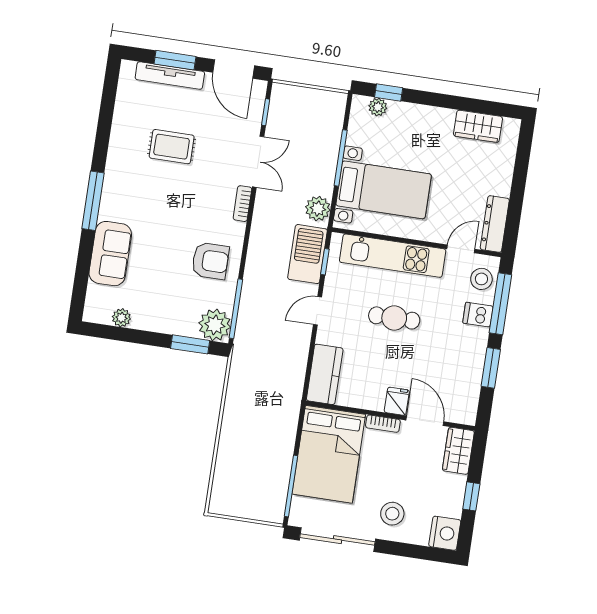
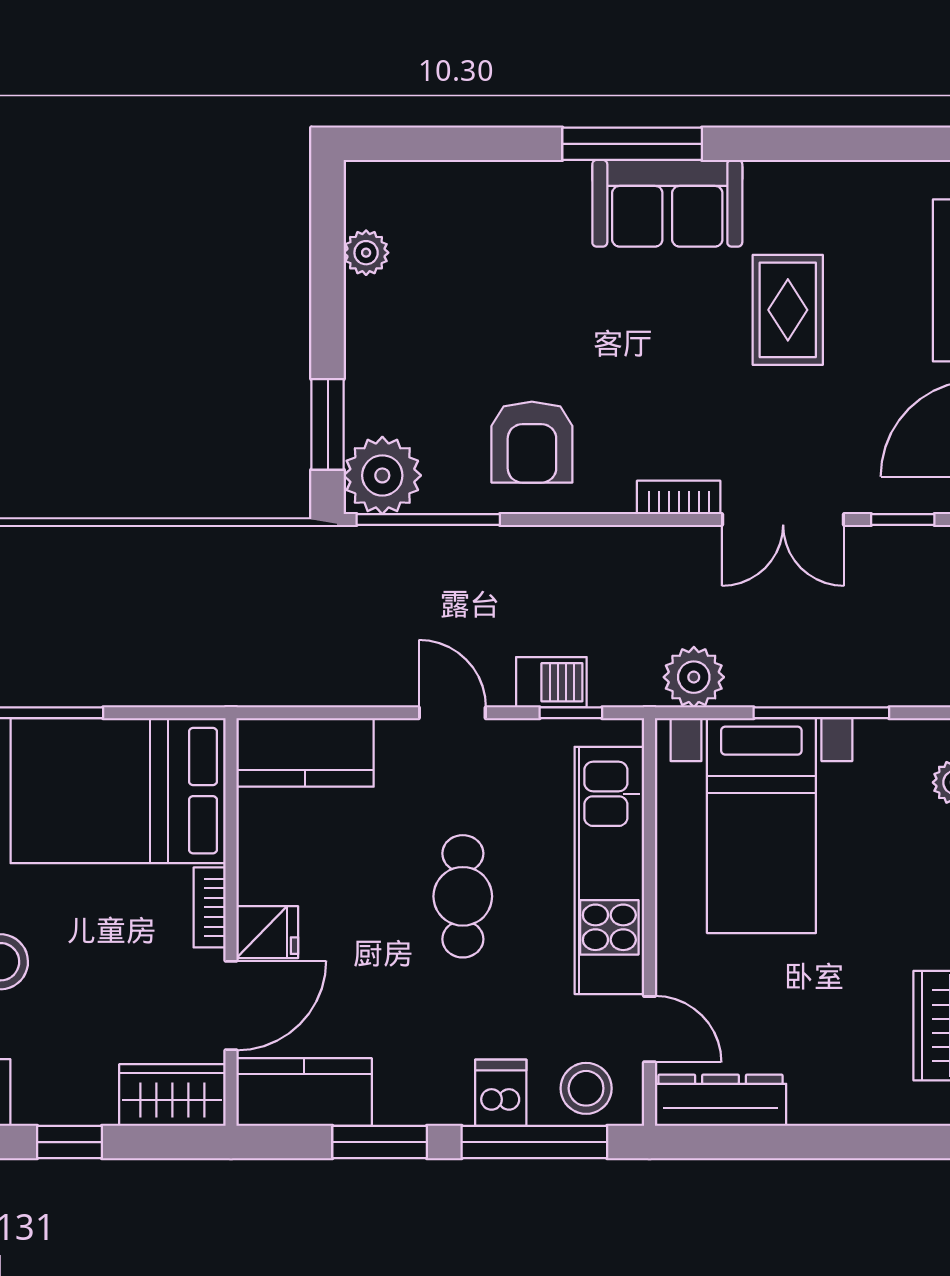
sofa: (110, 254) -> (667, 203), moved
barbecue: (307, 254) -> (551, 682), width x0.53, depth x0.65
kitchen counter: (465, 396) -> (304, 1092), added

